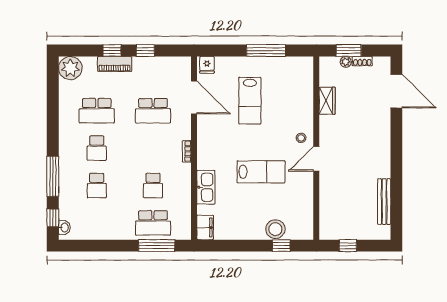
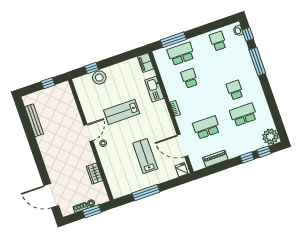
window: (145, 51) -> (264, 152), moved
piano: (115, 64) -> (215, 159), moved
school desk: (97, 186) -> (218, 41), moved

